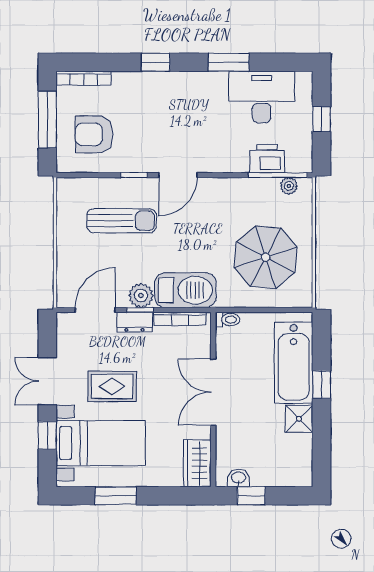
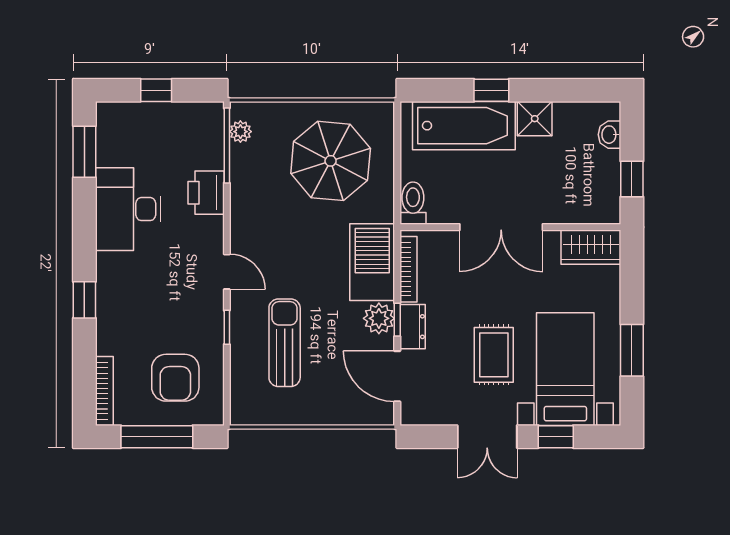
window: (229, 62) -> (84, 152), moved
desk: (262, 97) -> (128, 209), moved
printer: (267, 159) -> (206, 193), moved
door: (178, 175) -> (227, 272), width x0.73
toilet: (228, 320) -> (413, 203), width x1.37, depth x1.39
washbasin: (239, 478) -> (610, 135), moved

